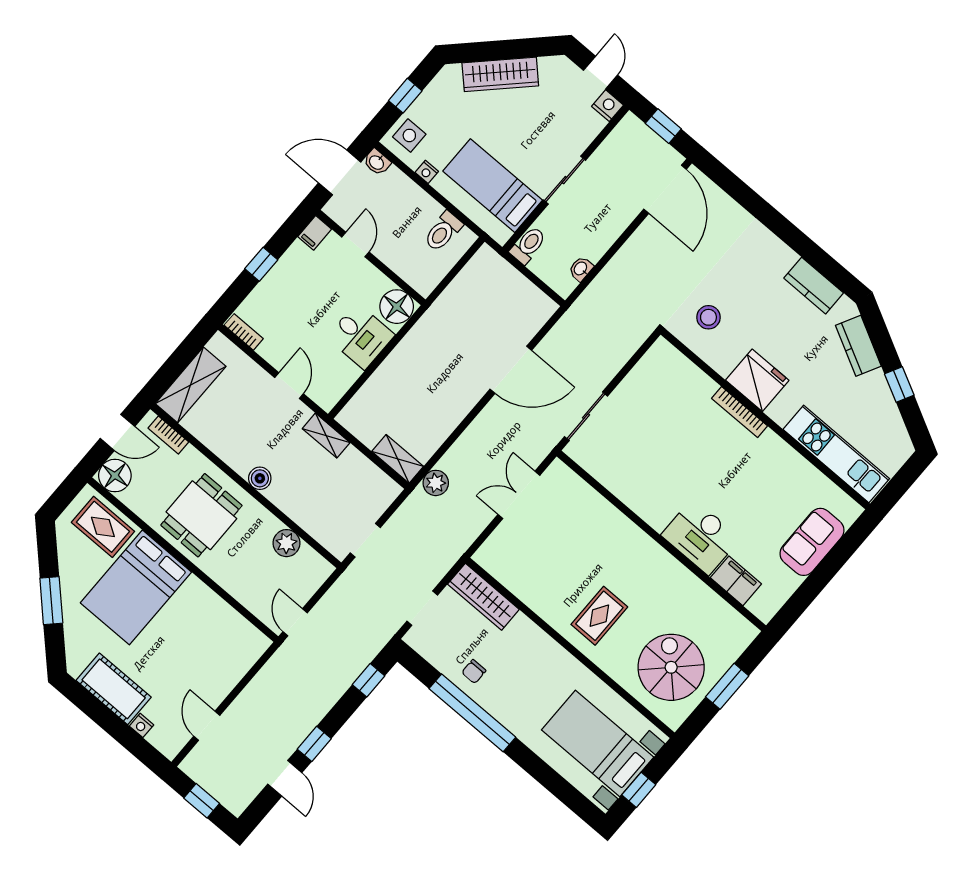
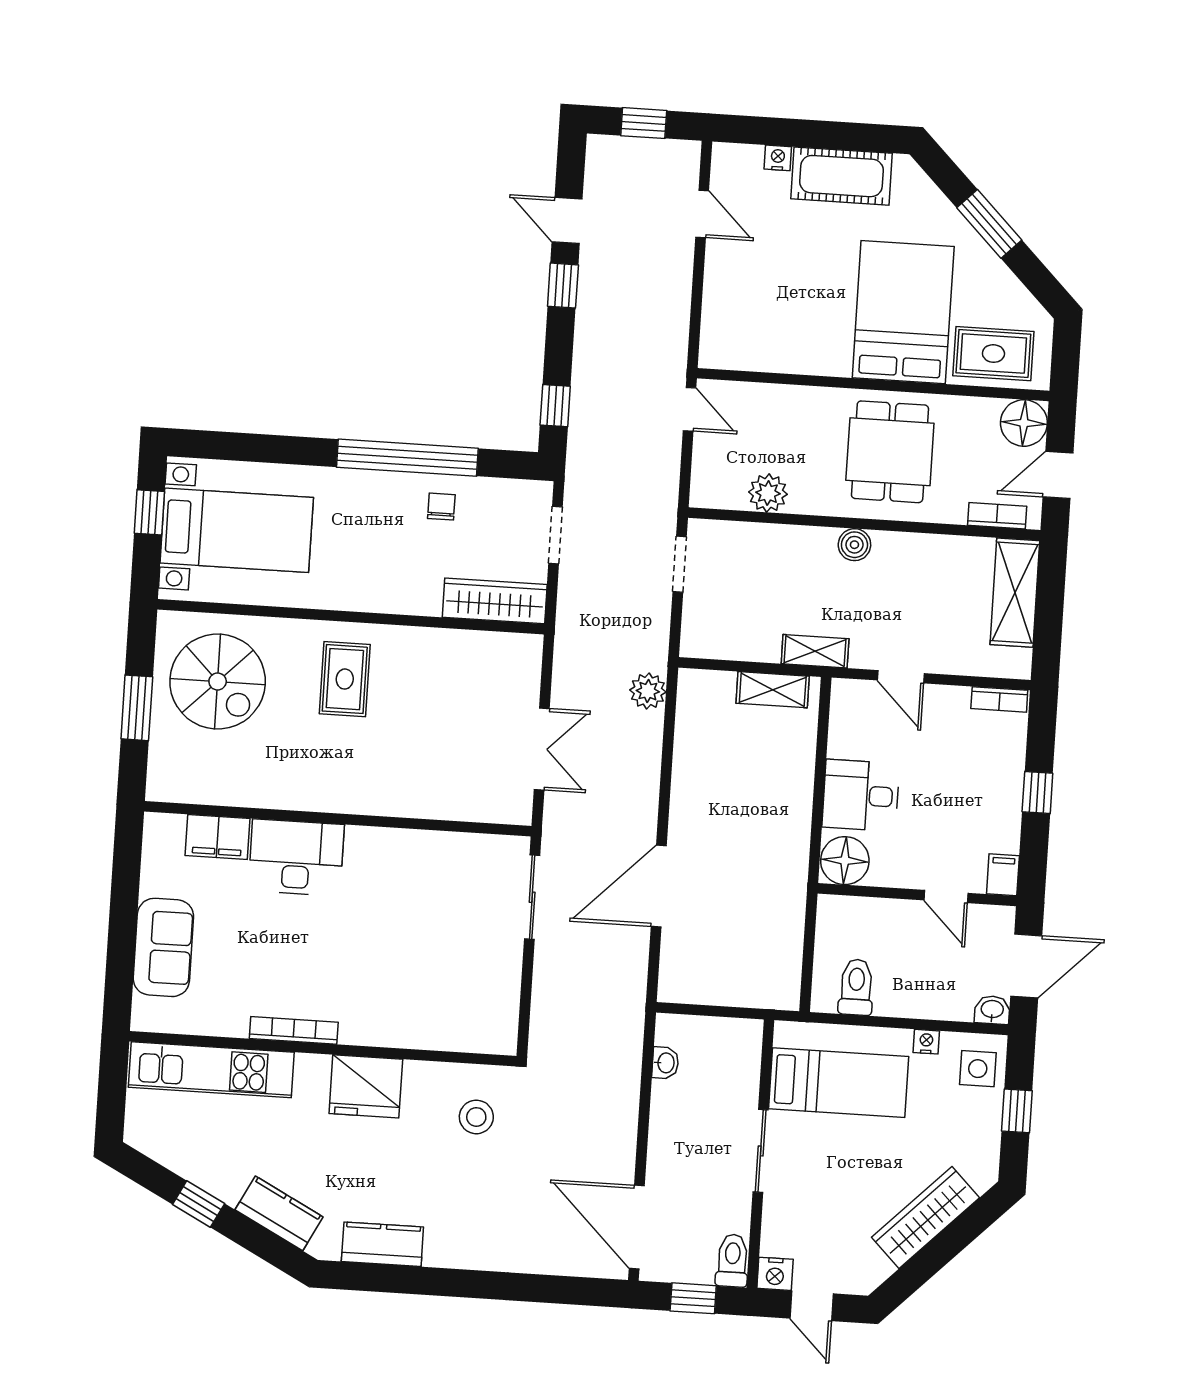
toilet: (528, 245) -> (732, 1261), moved, turned 180
bookcase: (740, 412) -> (294, 1030), moved
shelving: (398, 459) -> (773, 690), moved

